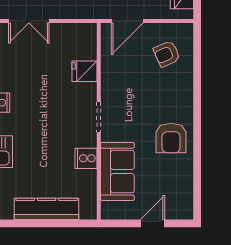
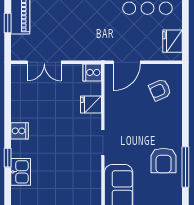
window: (197, 146) -> (185, 167), added
cooker: (86, 158) -> (92, 72), moved

